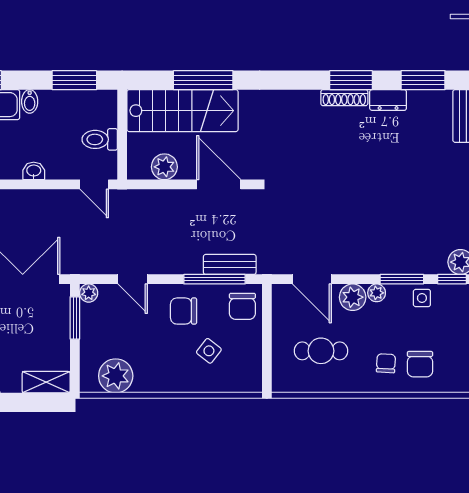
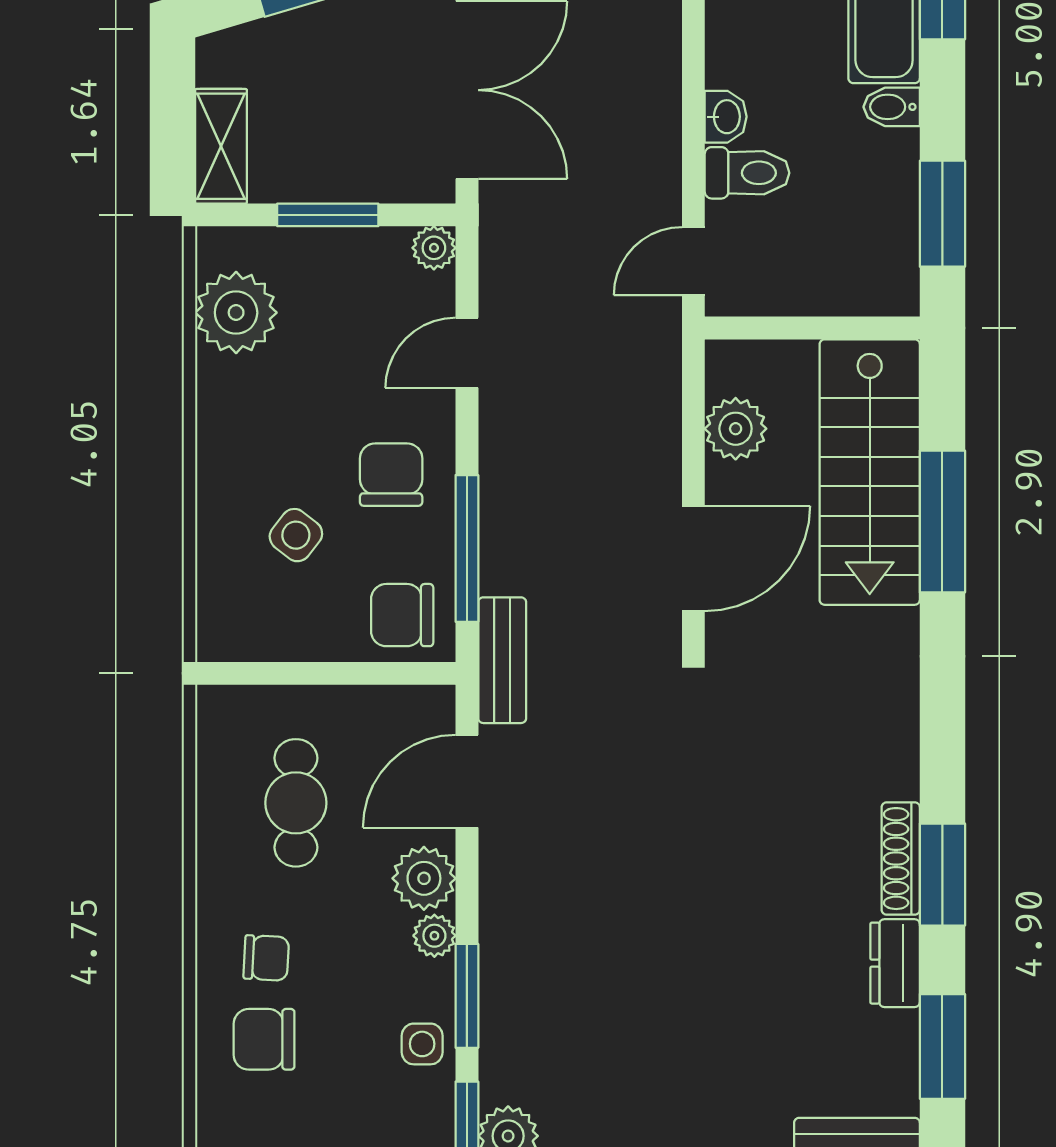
toilet: (100, 139) -> (747, 173), moved, turned 90
bench: (230, 264) -> (502, 660), moved
window: (75, 318) -> (328, 215), moved

